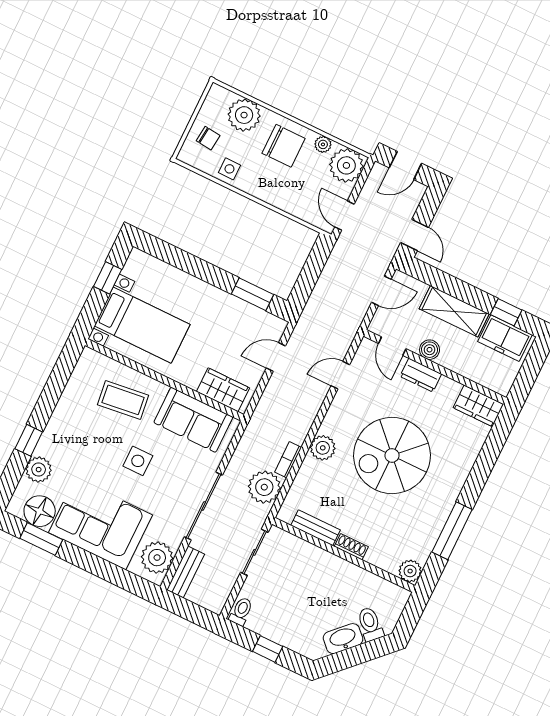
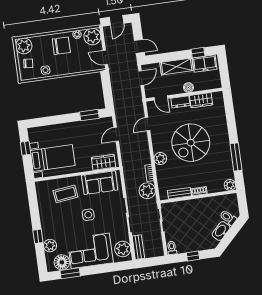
plant: (244, 115) -> (24, 46), moved
boiler: (430, 350) -> (188, 87), moved
wardrobe: (478, 406) -> (201, 100), moved

